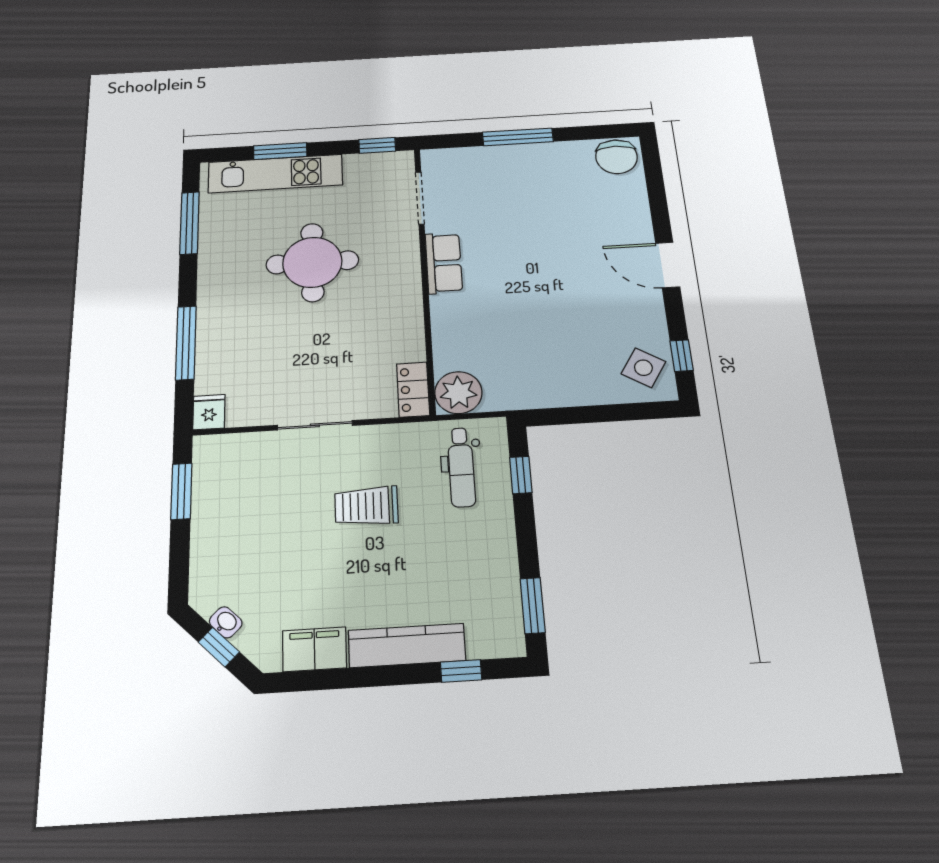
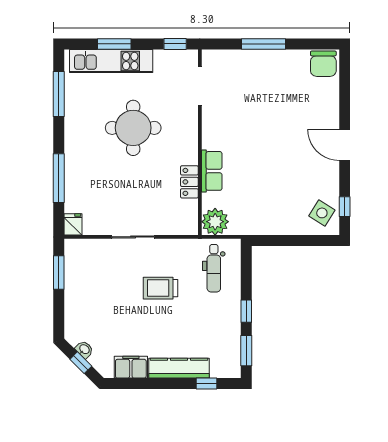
row of seats: (444, 263) -> (212, 171), moved
locker: (413, 390) -> (189, 182), moved
window: (521, 475) -> (246, 311), moved

